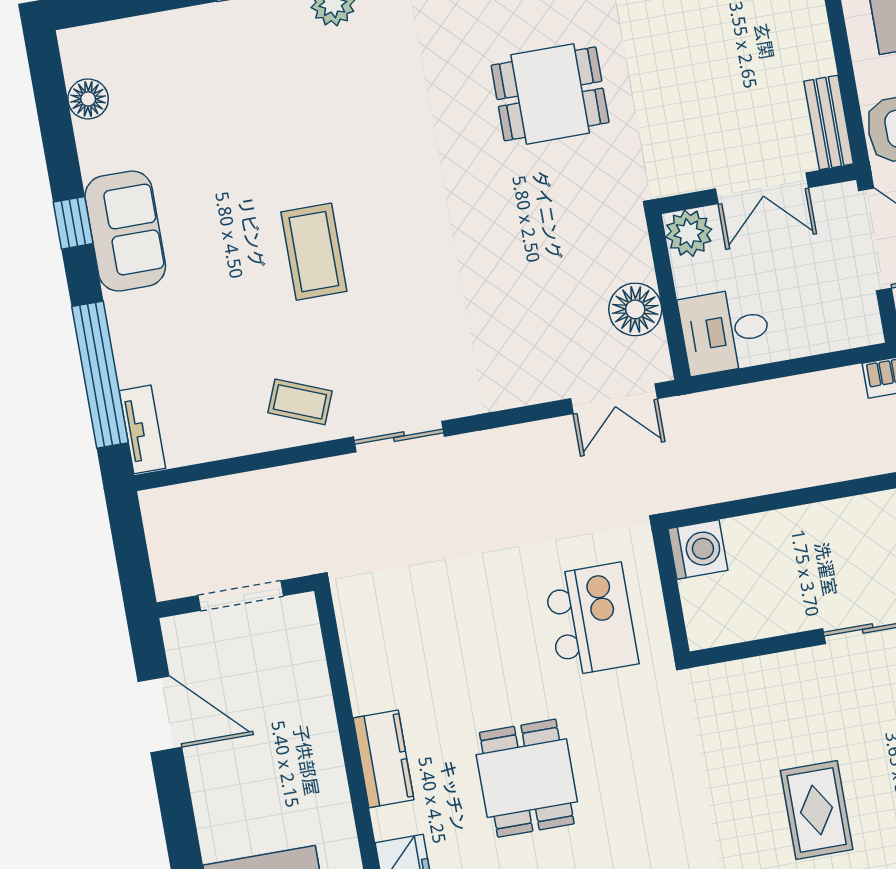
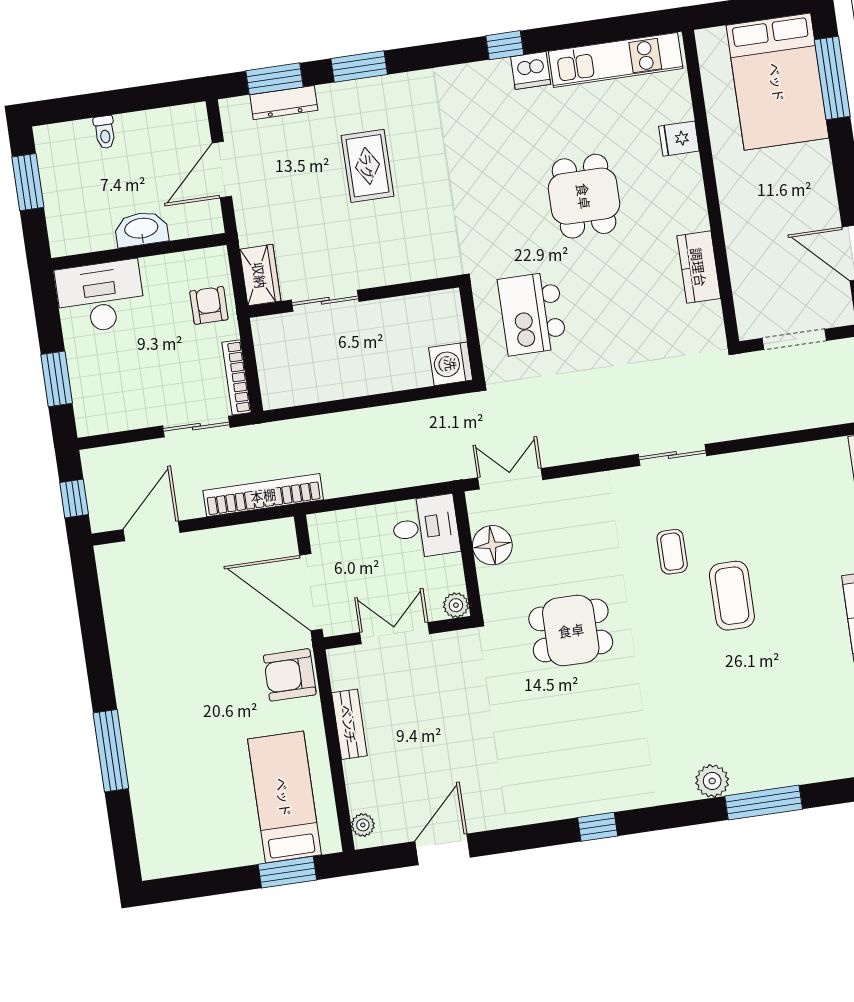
dining table: (550, 94) -> (571, 630), moved
bench: (829, 122) -> (349, 724), moved
plant: (689, 233) -> (456, 605), width x0.73, depth x0.73
coffee table: (300, 402) -> (672, 552), moved, turned 68
kitchen counter: (383, 759) -> (699, 267), moved

